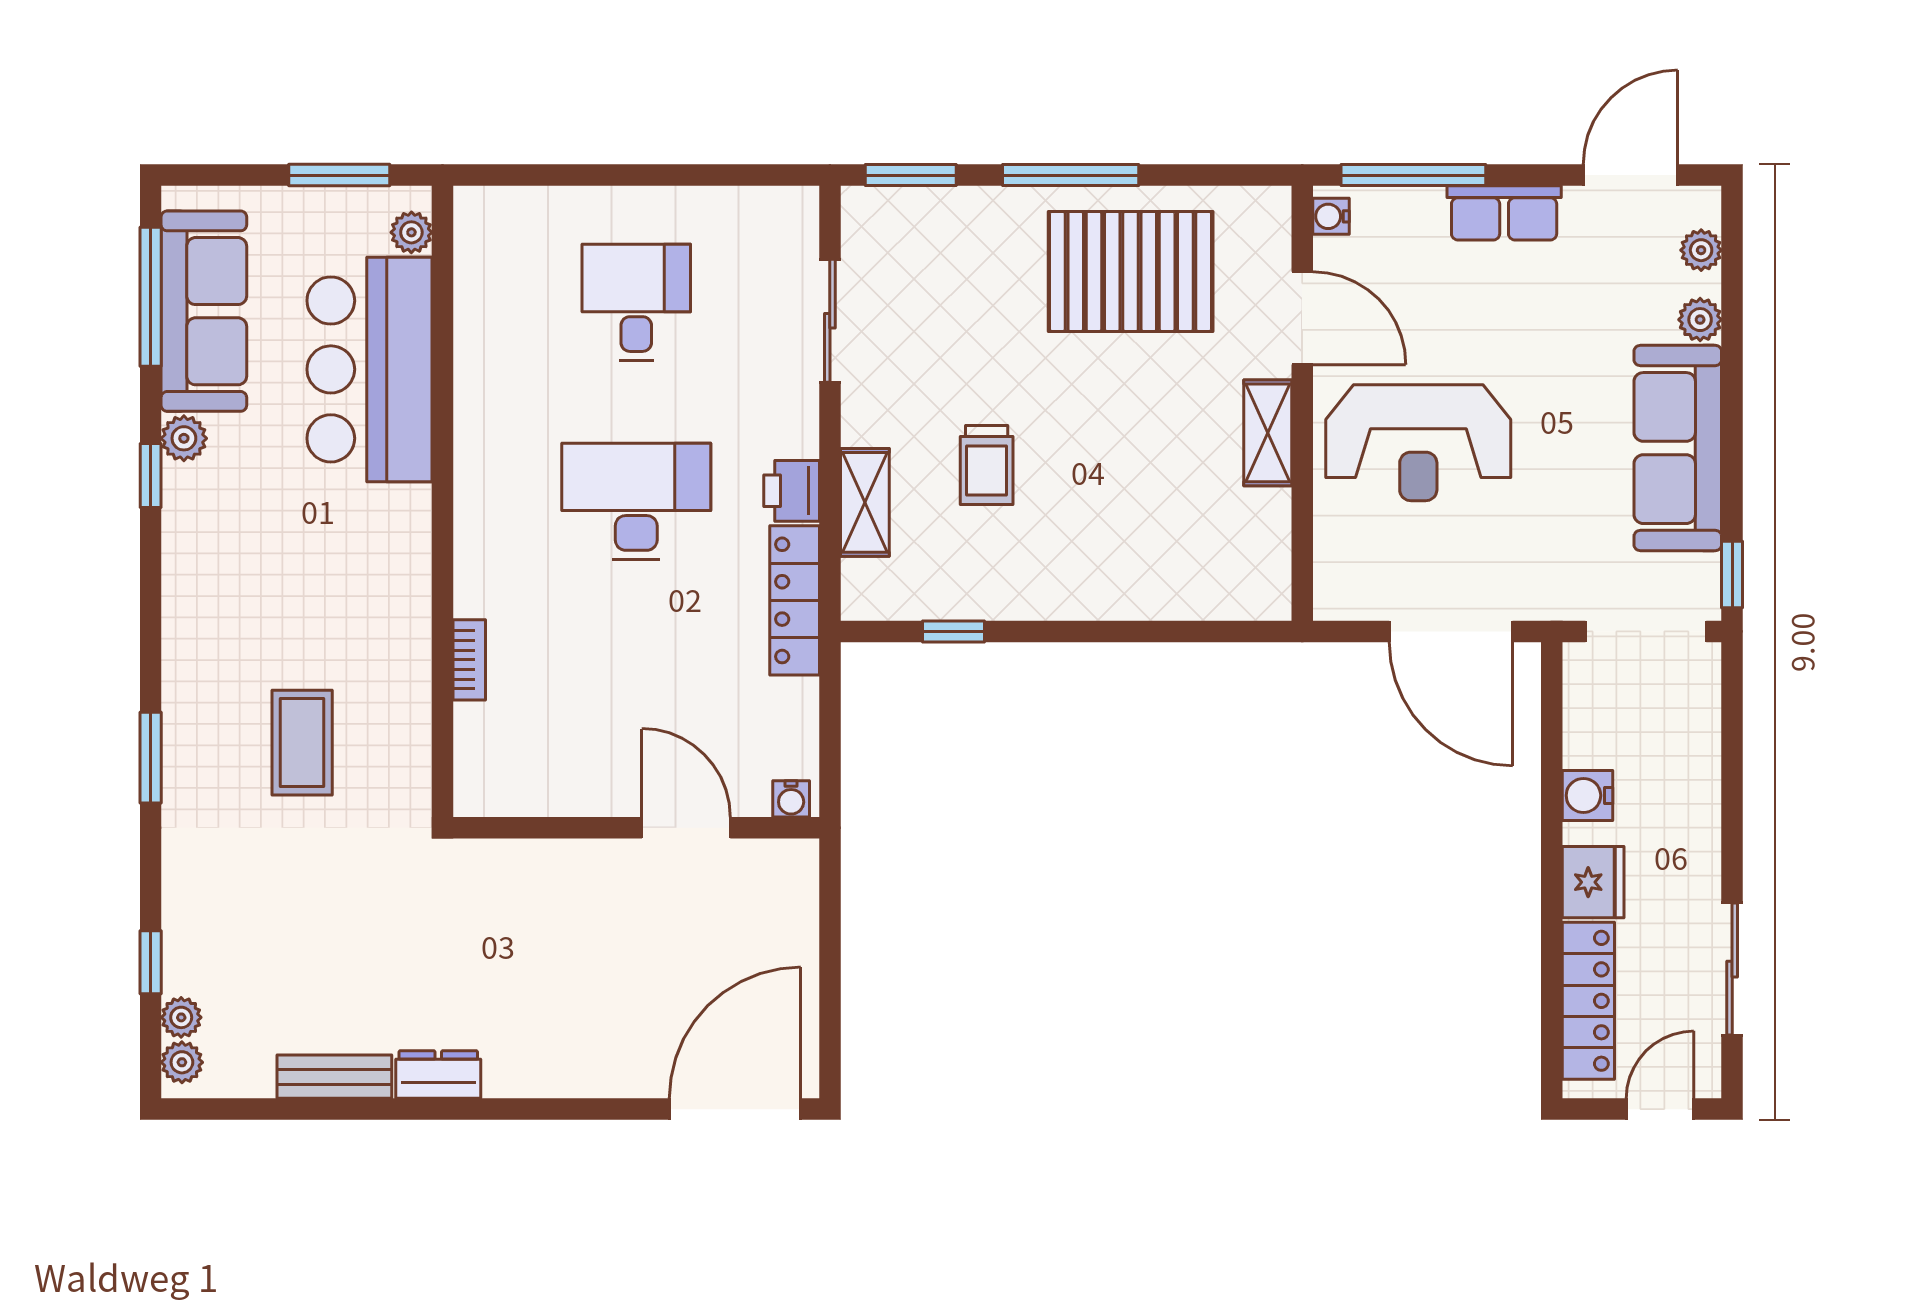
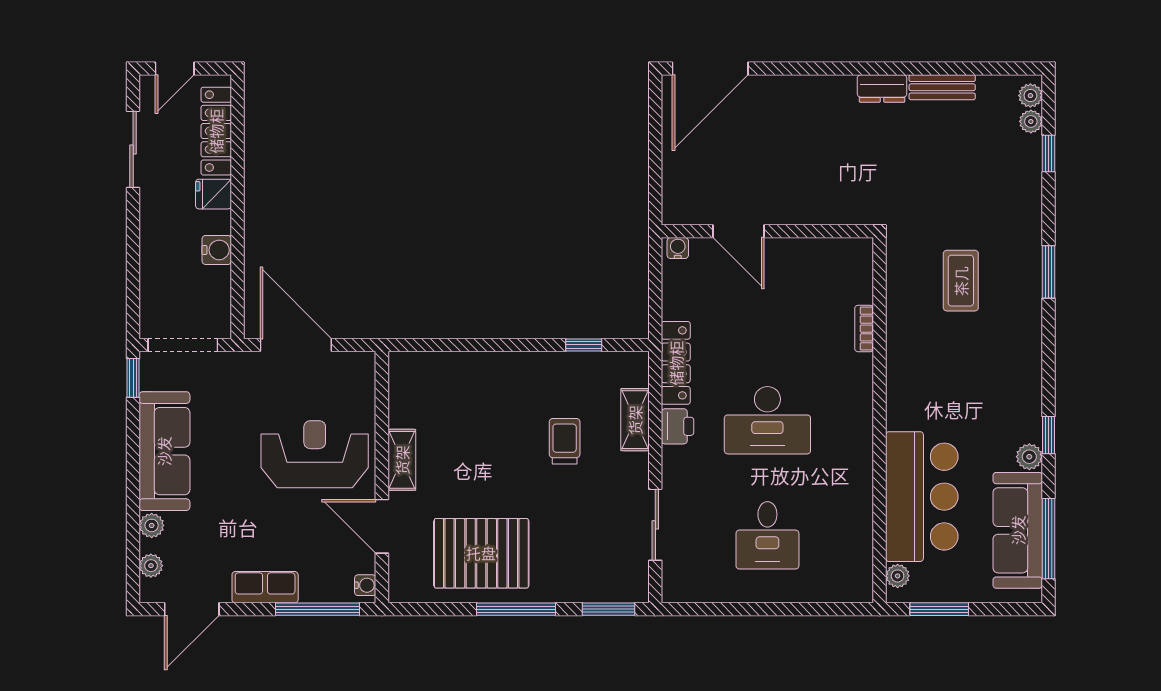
fridge: (1593, 882) -> (213, 194), width x0.72

